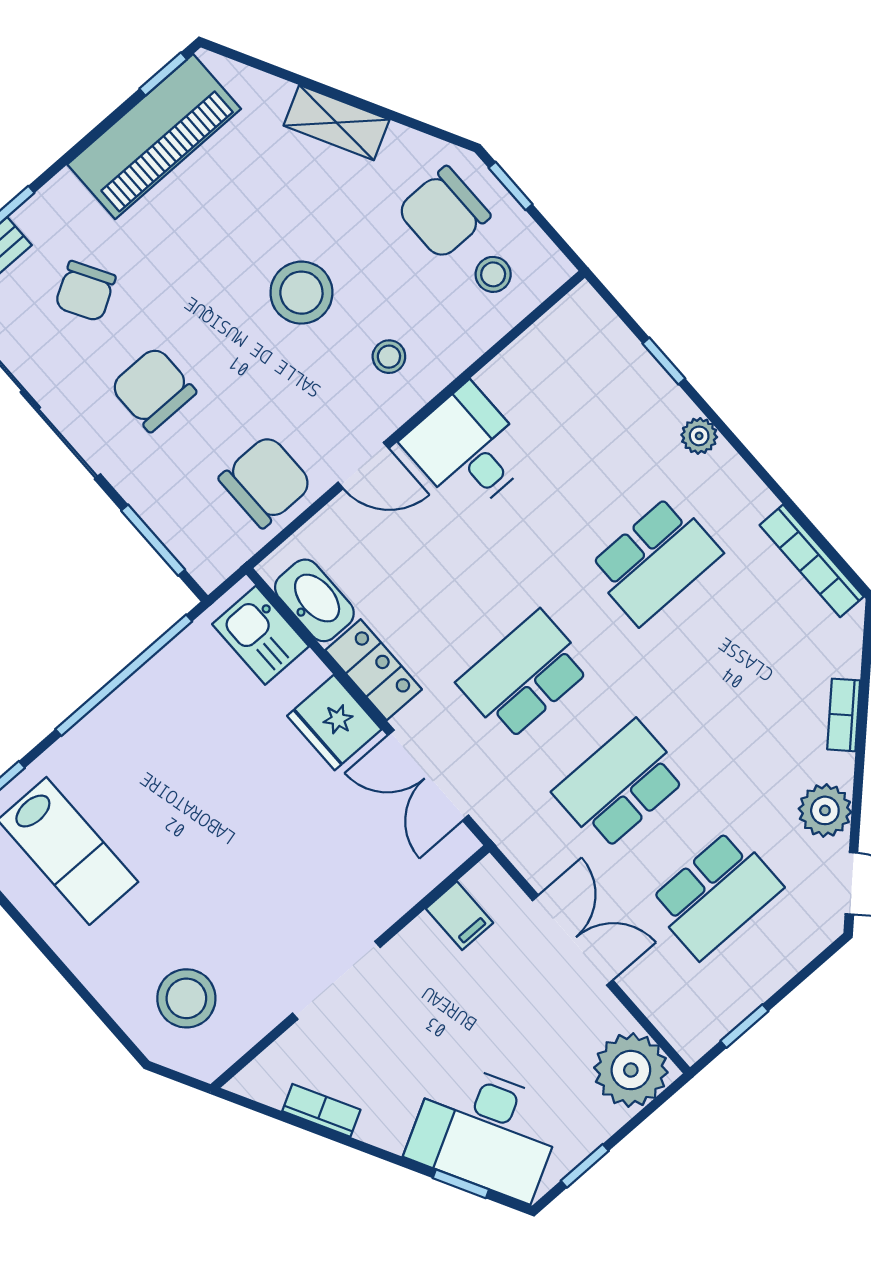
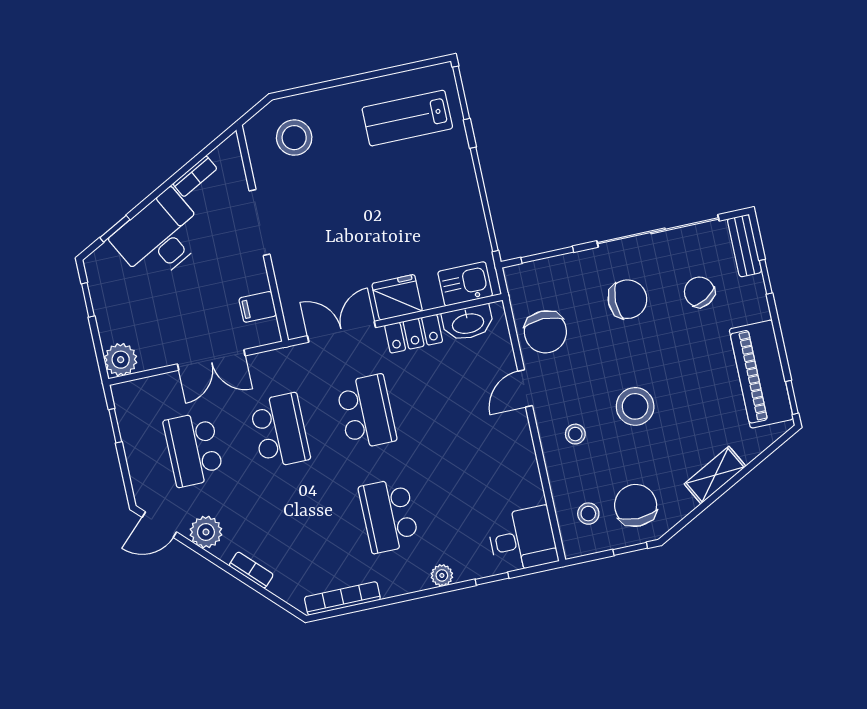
desk: (468, 449) -> (523, 539), moved
plant: (631, 1070) -> (121, 360), width x0.73, depth x0.73
desk: (485, 1131) -> (160, 237), moved

